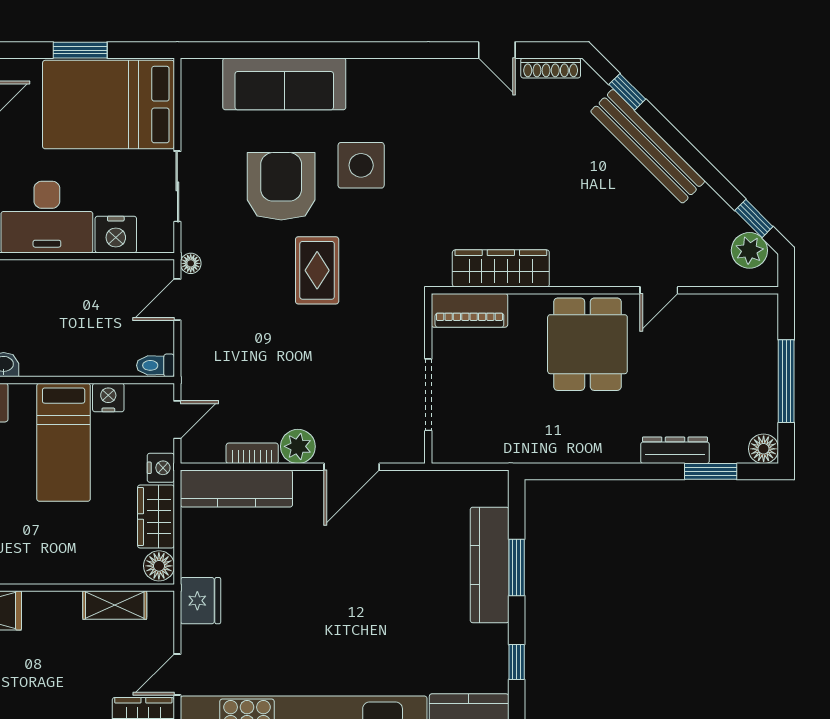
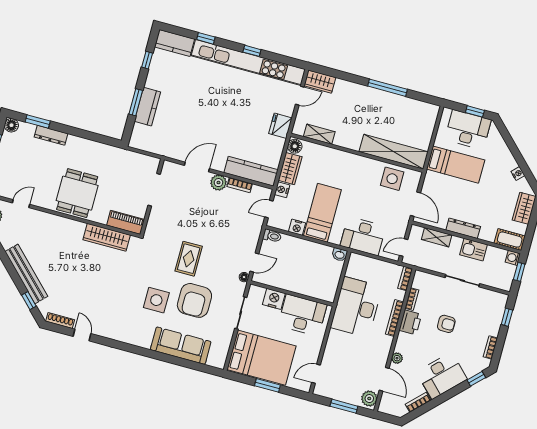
door: (659, 290) -> (21, 204), moved
kitchen counter: (490, 565) -> (147, 107), width x0.67

